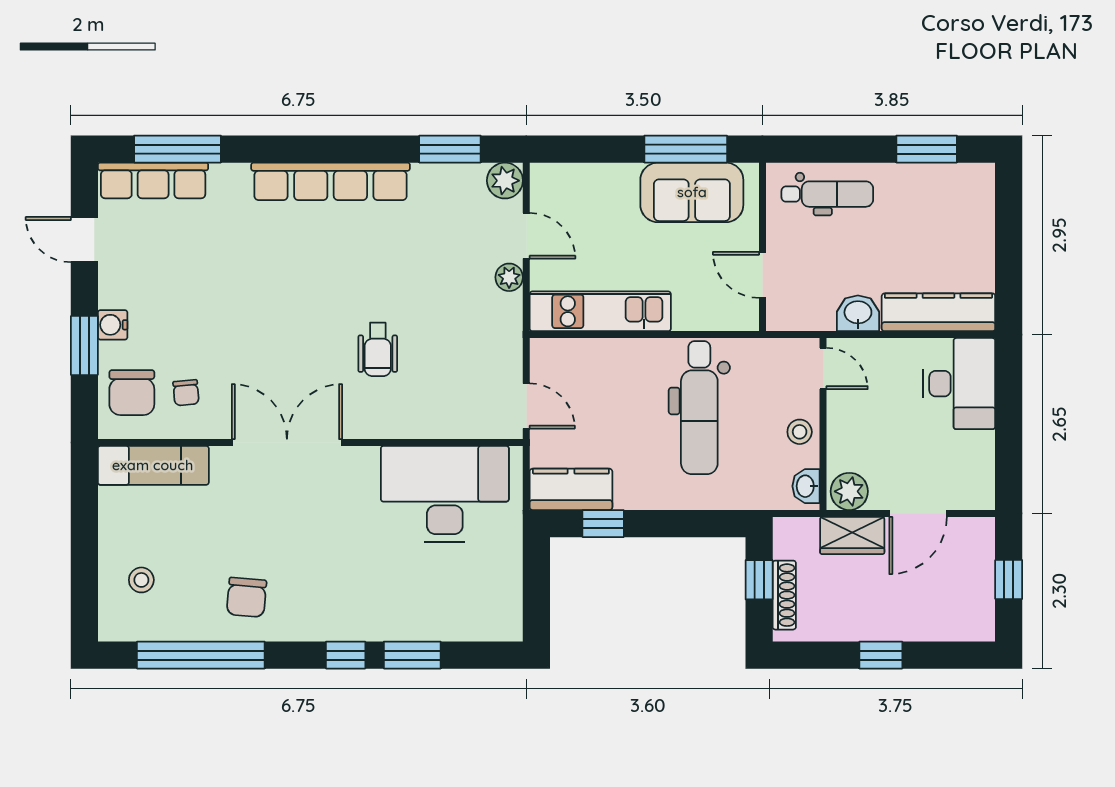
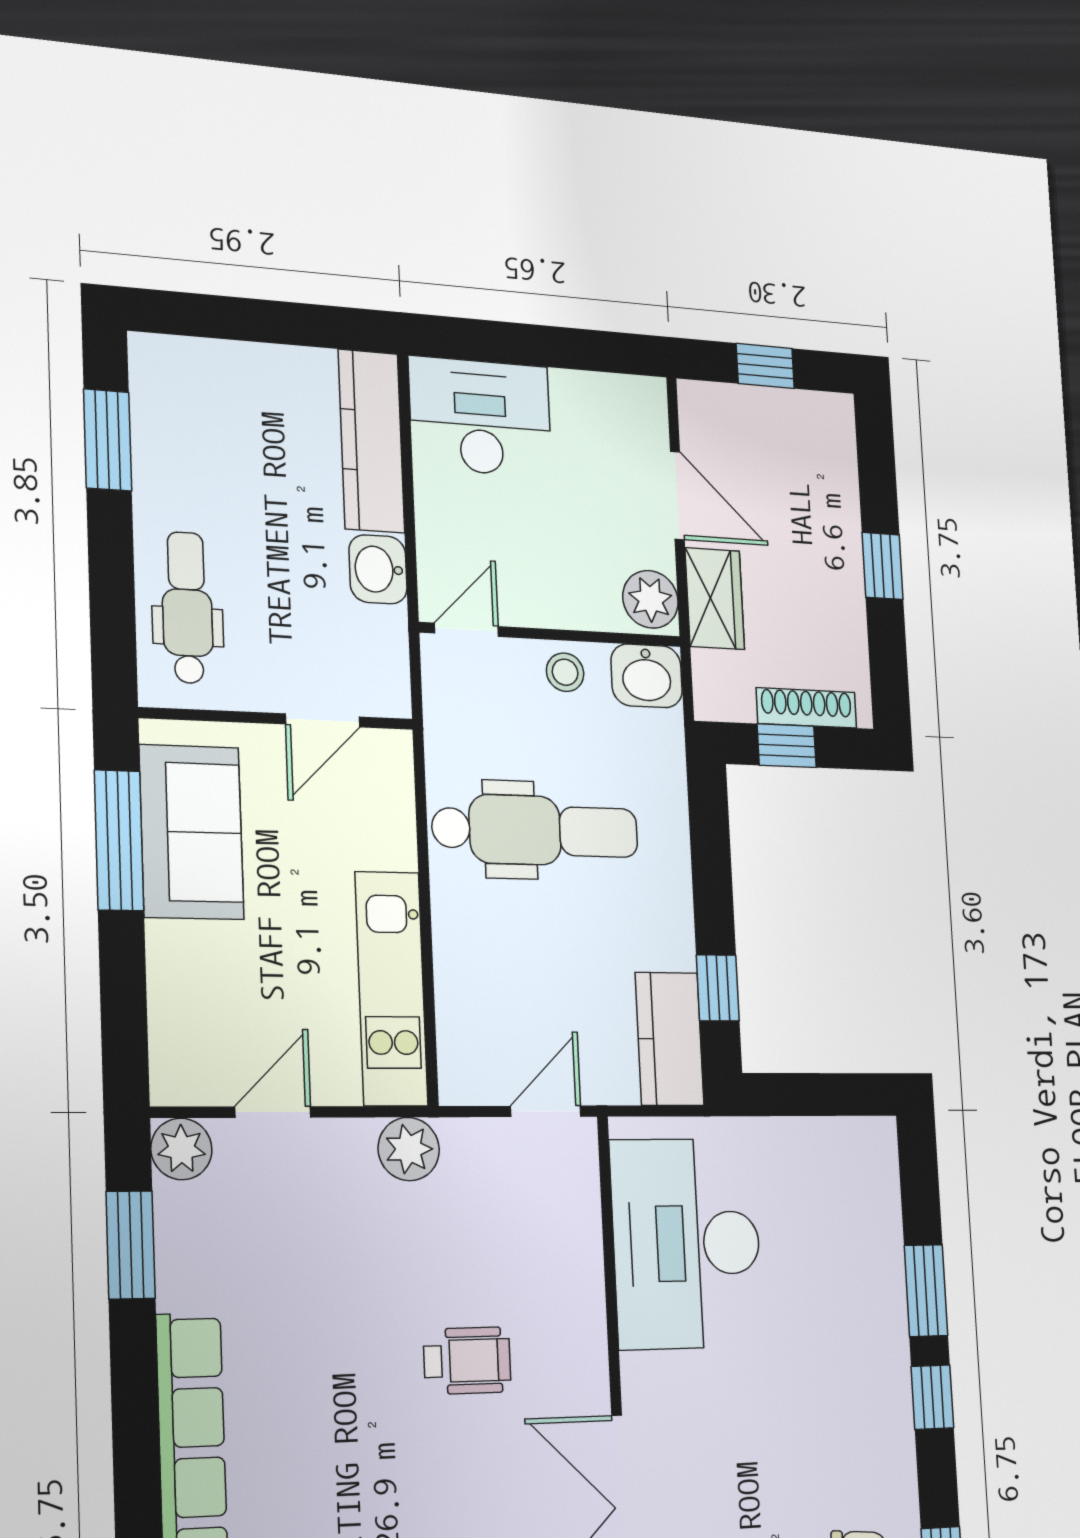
plant: (509, 277) -> (409, 1149), moved, width x1.38, depth x1.38
washbasin: (806, 486) -> (647, 676), width x1.38, depth x1.45

